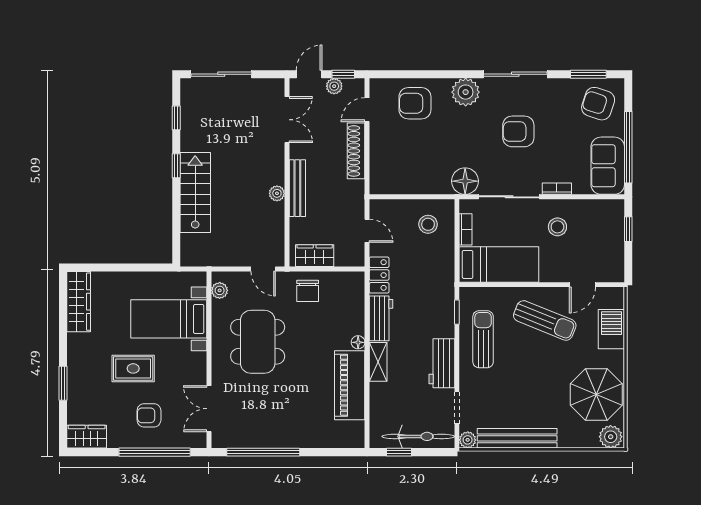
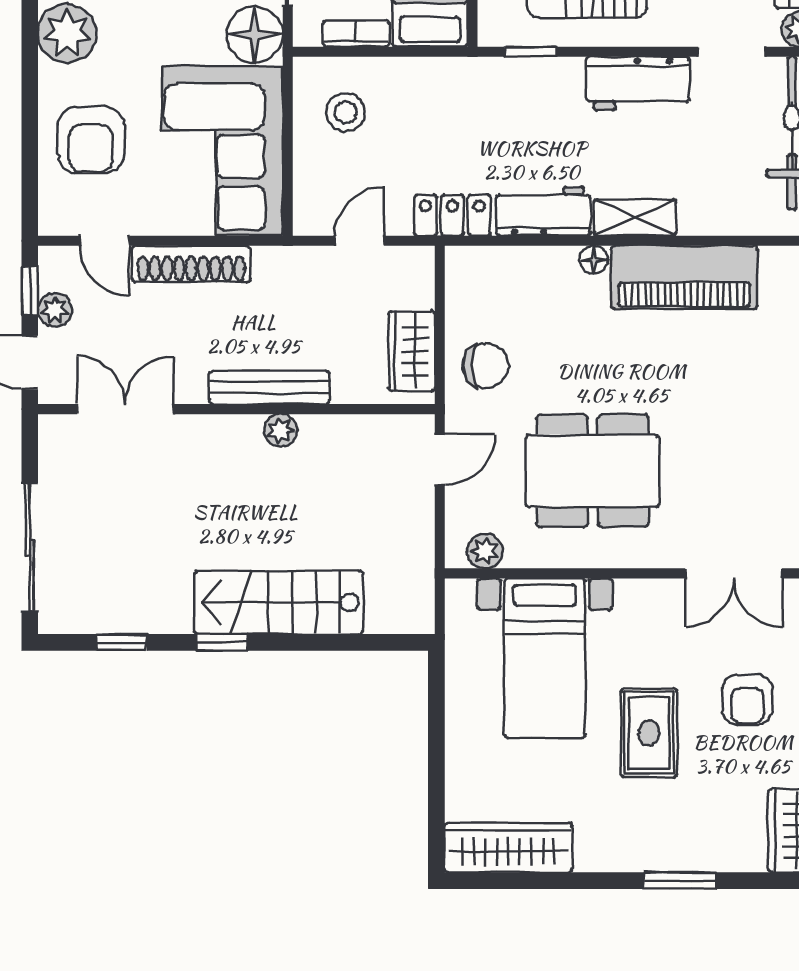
corner sofa: (410, 166) -> (222, 151), added

